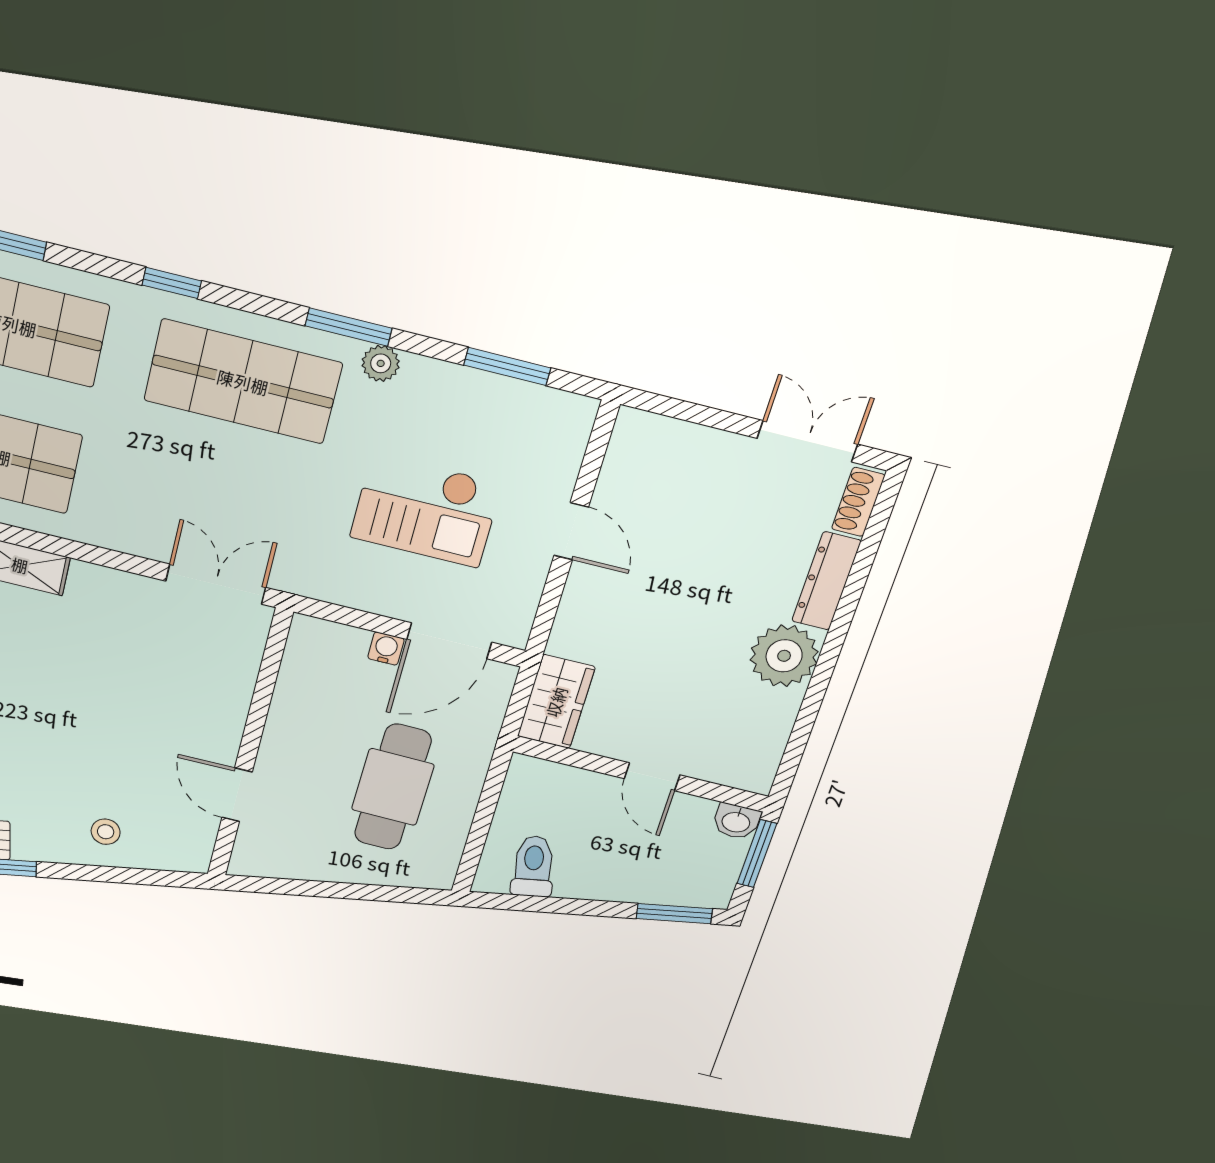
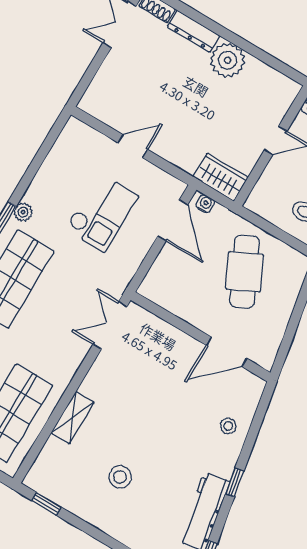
window: (507, 367) -> (42, 154), removed
water cooler: (386, 649) -> (205, 204), moved, turned 90
cafe table: (393, 787) -> (245, 272), turned 63
door: (237, 795) -> (226, 352), width x1.38

